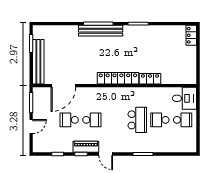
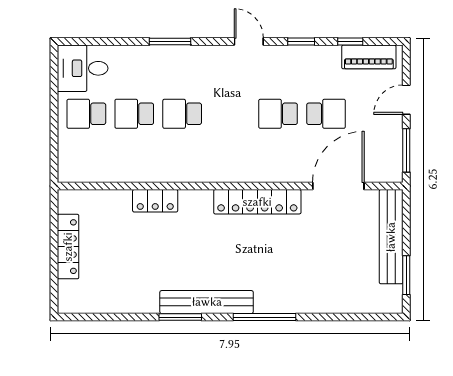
bench: (101, 31) -> (207, 302), moved
locker: (191, 35) -> (68, 247), moved, width x1.53
locker: (118, 78) -> (257, 202), moved
desk: (184, 98) -> (83, 68), moved
school desk: (137, 120) -> (182, 114), width x0.54
school desk: (160, 120) -> (134, 114), turned 180
piano: (86, 147) -> (369, 57), moved

